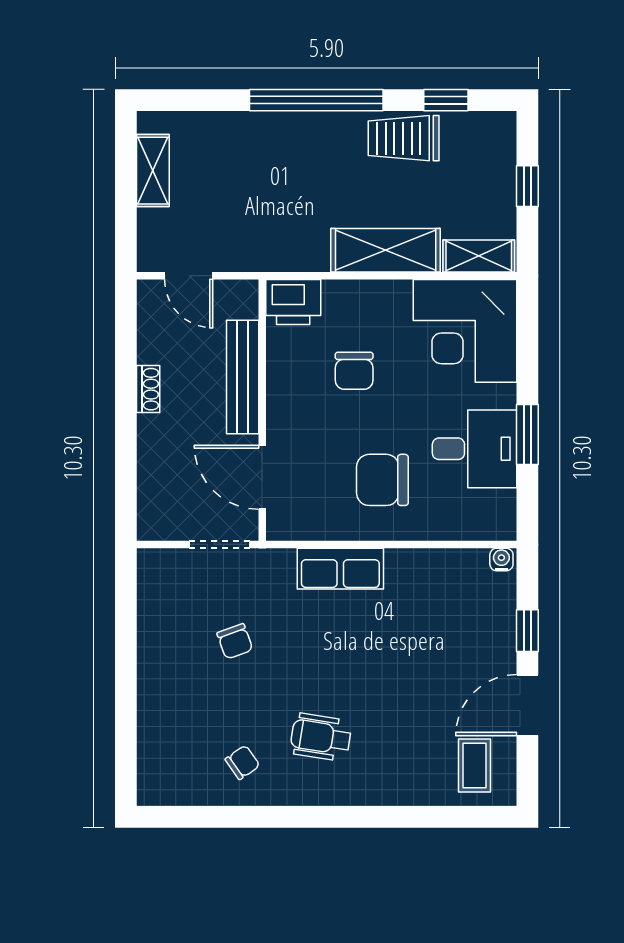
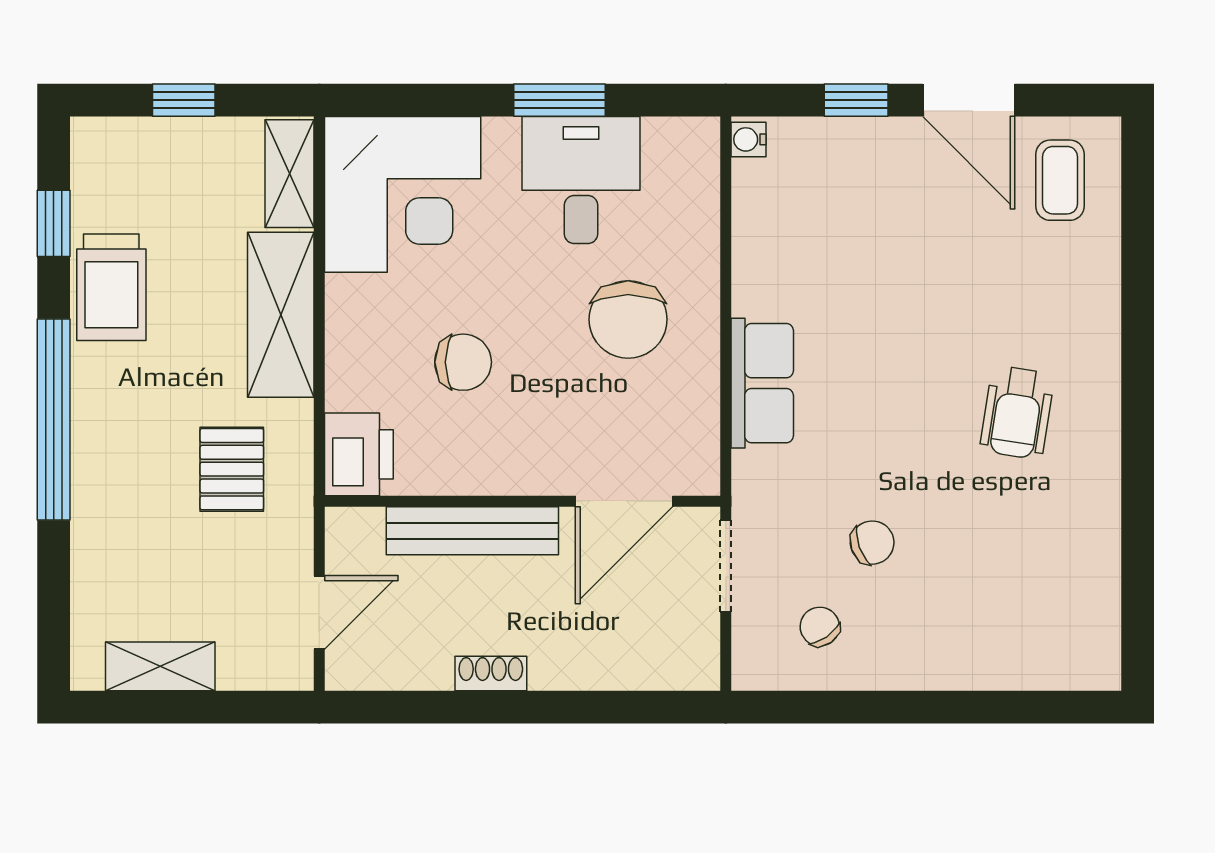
pallet: (283, 218) -> (232, 469), added
chair: (242, 762) -> (820, 627), moved
coffee table: (474, 766) -> (1060, 180), turned 90

